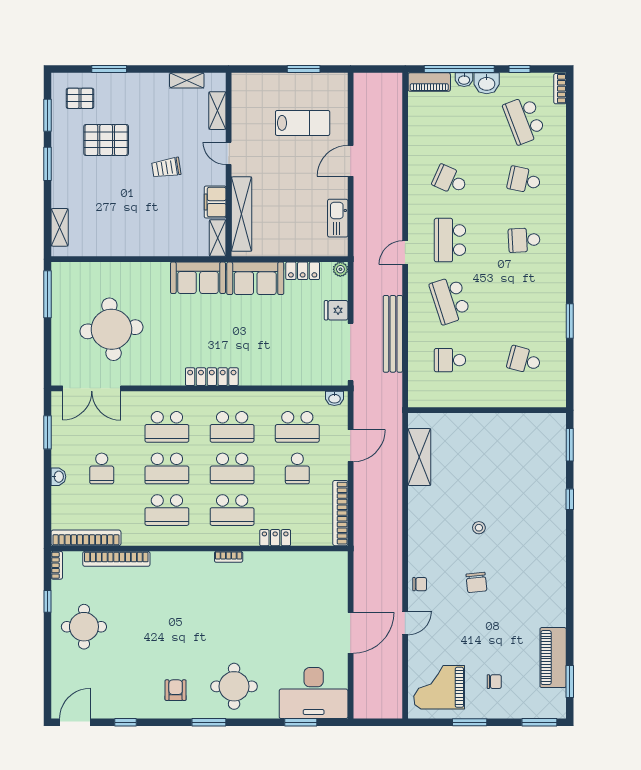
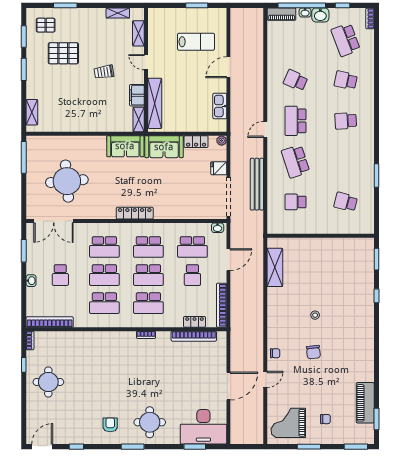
locker: (275, 538) -> (194, 322), moved
bookcase: (116, 559) -> (194, 336), moved

